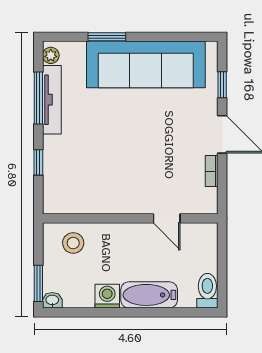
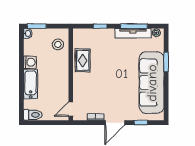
rug: (104, 196) -> (83, 60), added
door: (167, 218) -> (71, 109), moved

